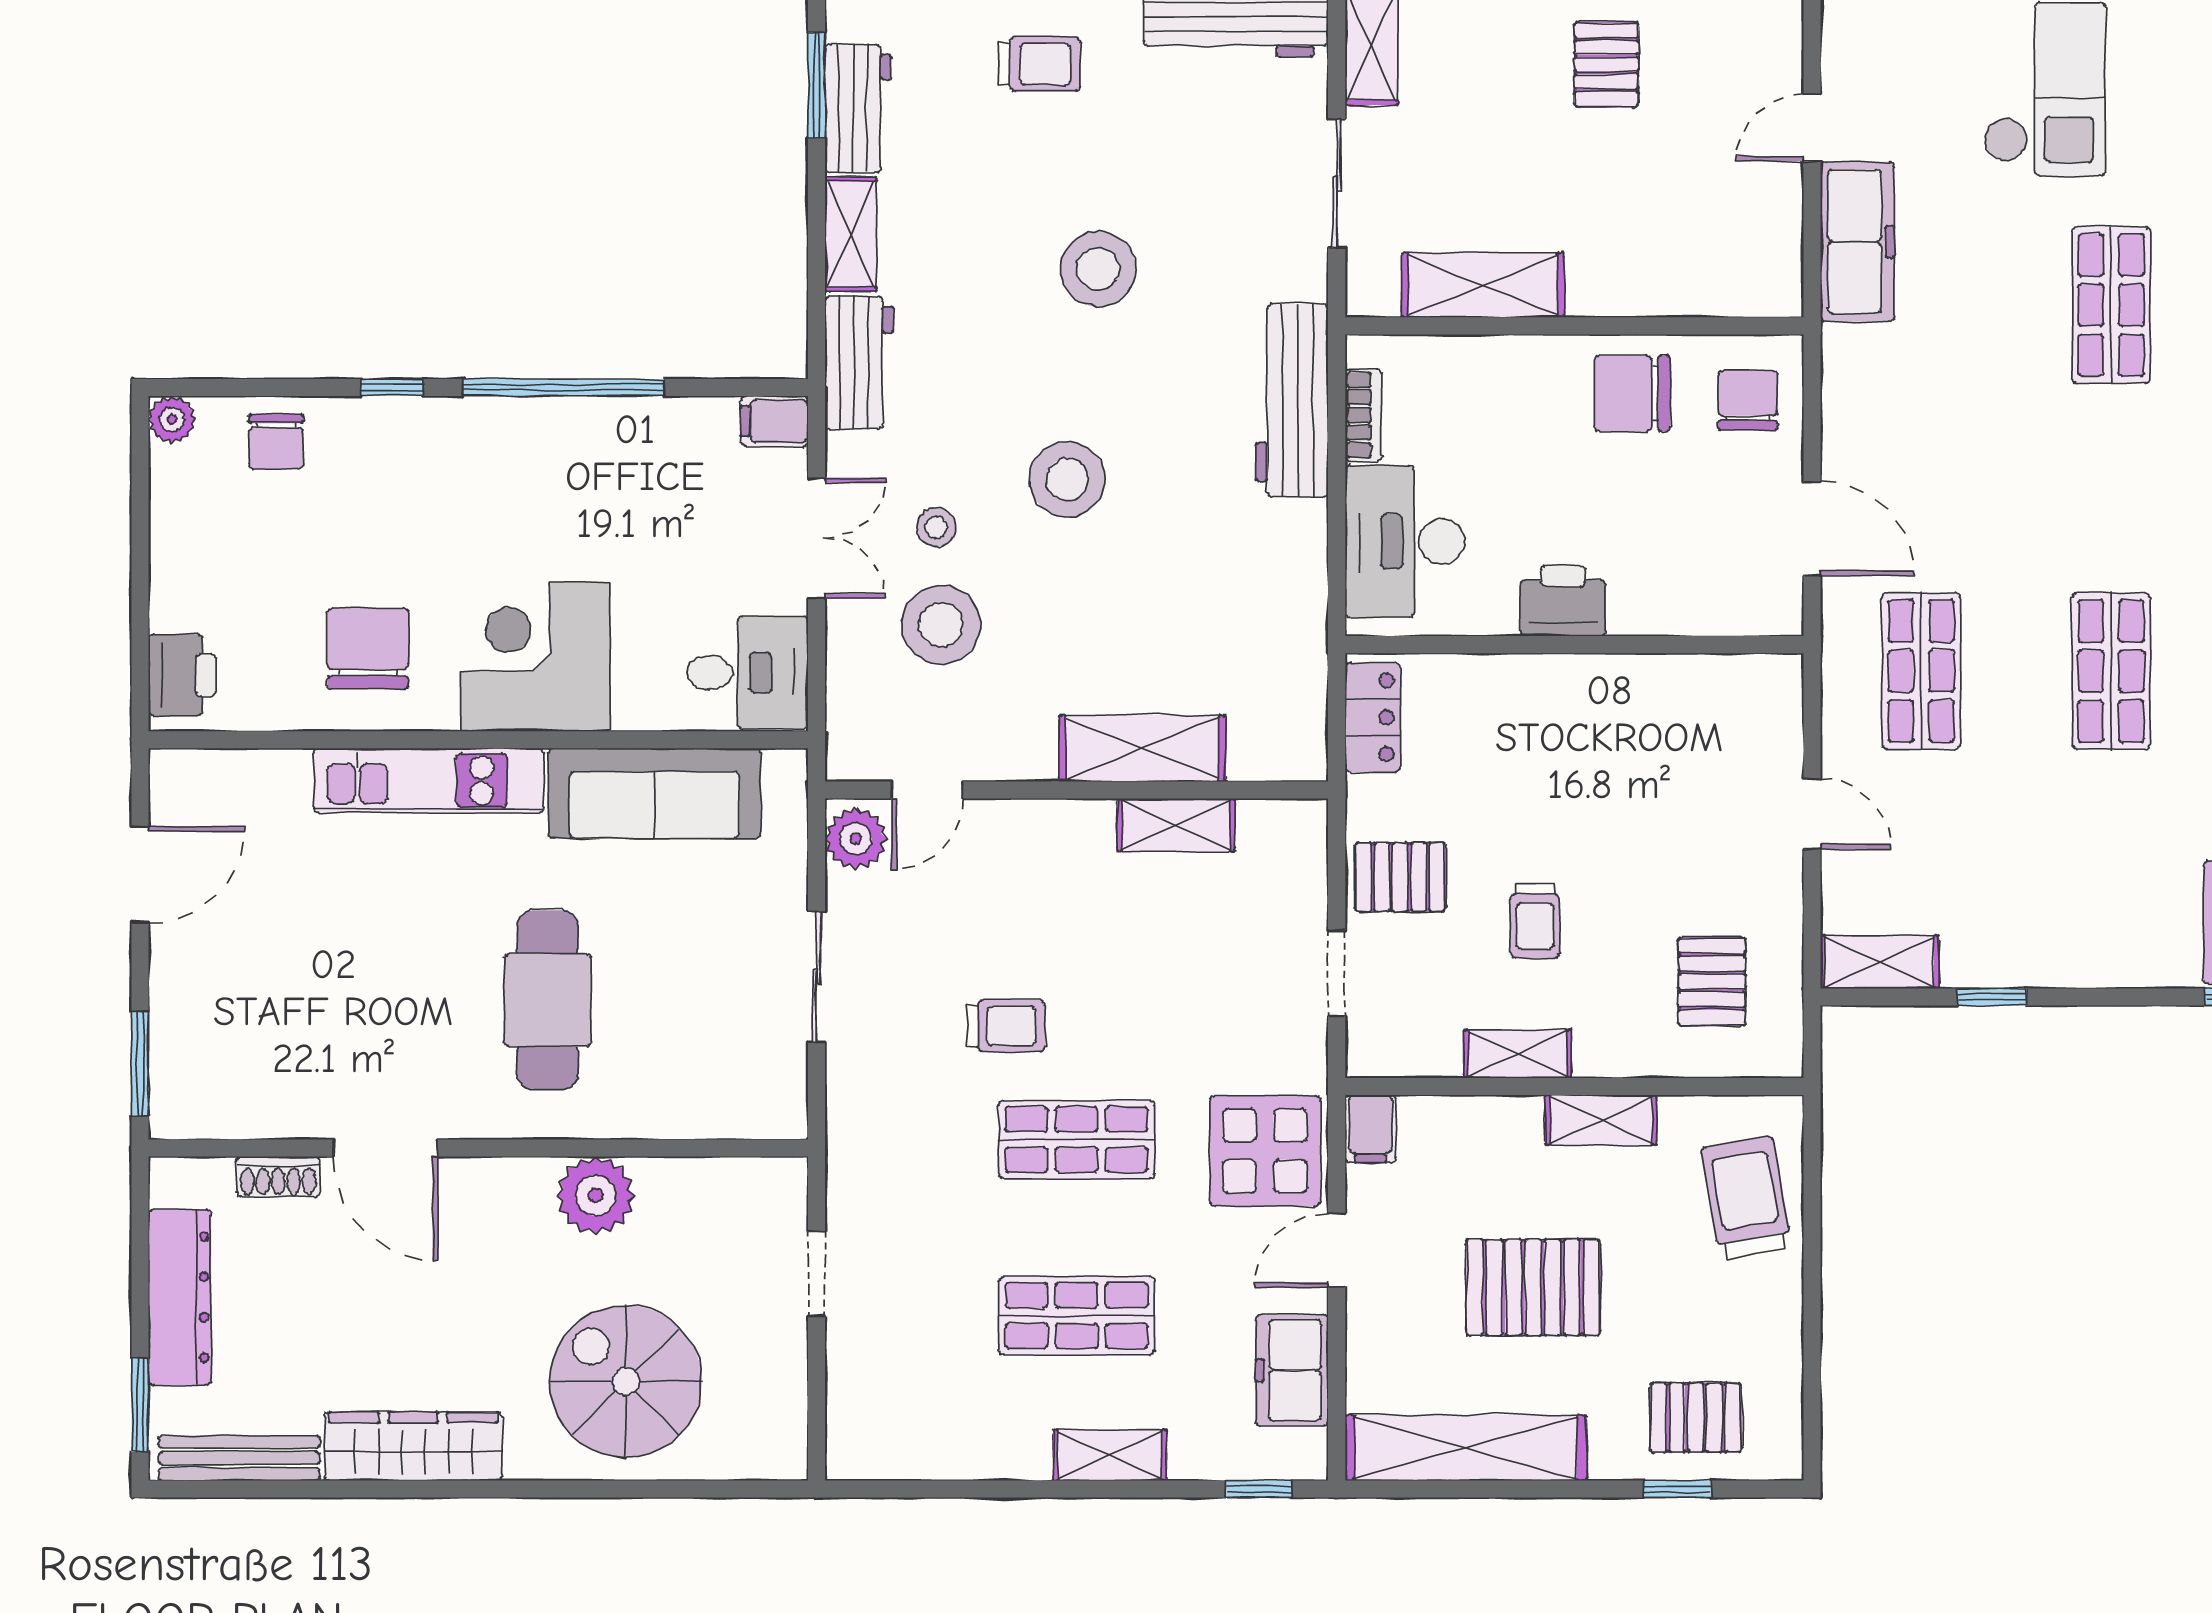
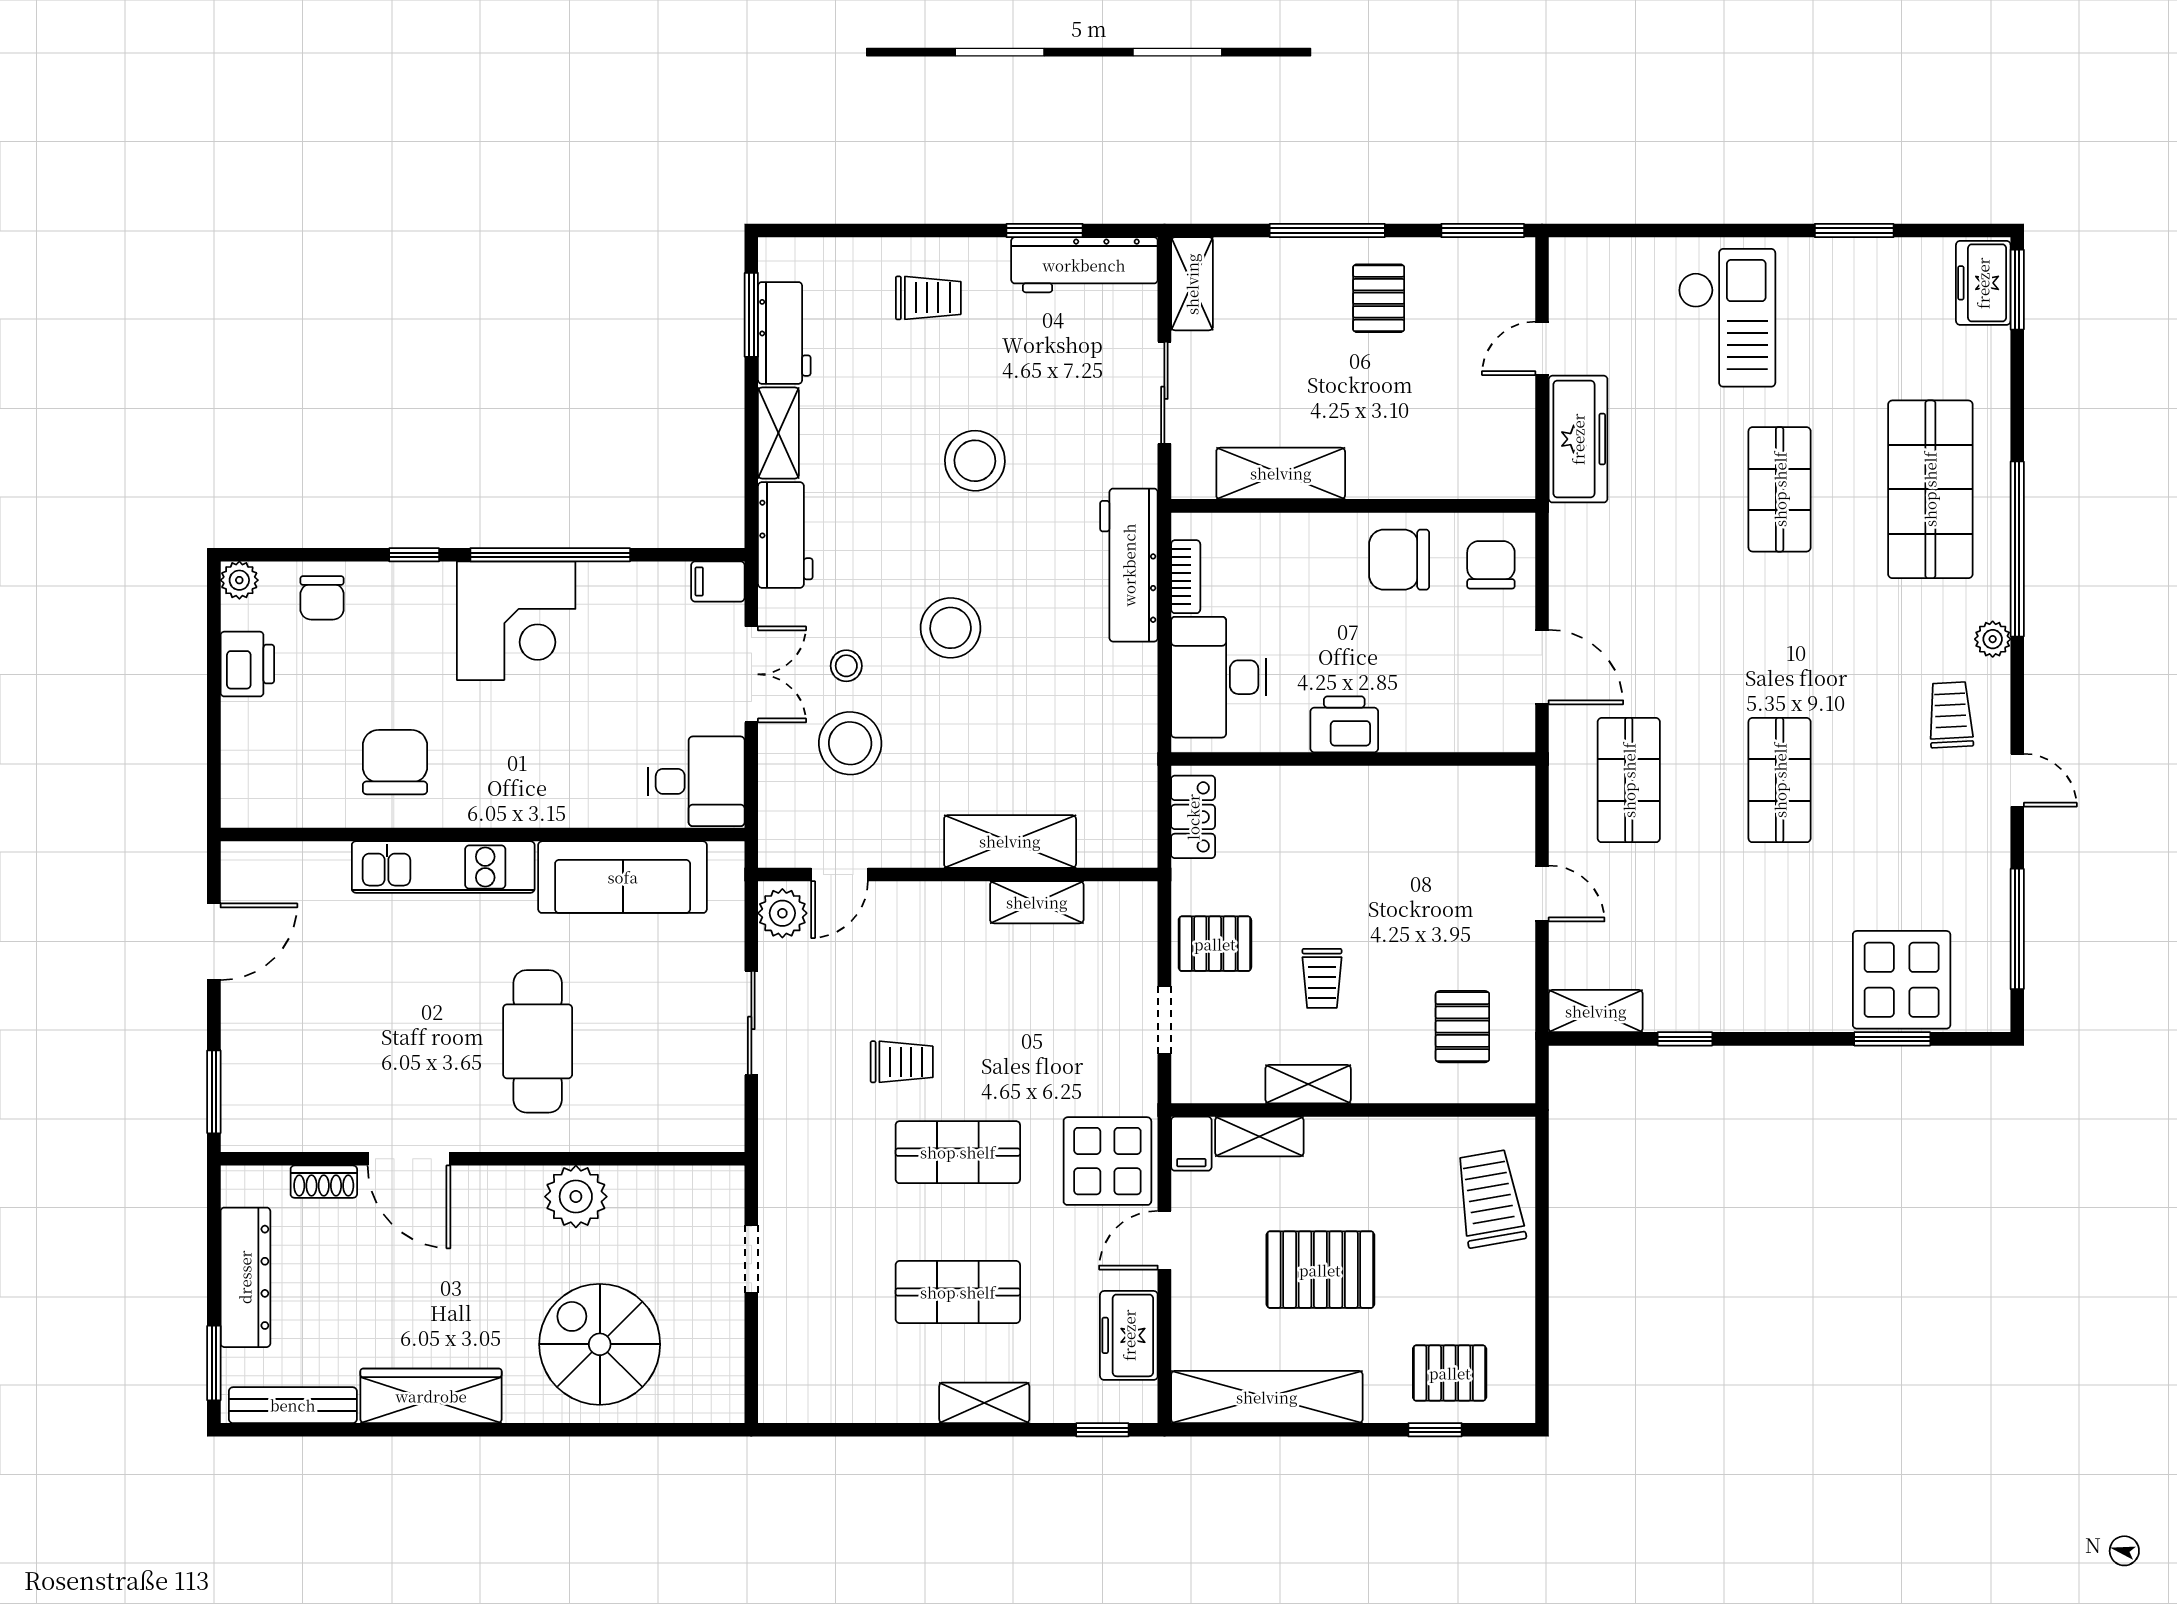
corner desk: (535, 657) -> (516, 621), moved, turned 180
printer: (182, 675) -> (247, 664), moved
shelving: (1601, 1120) -> (1259, 1137), moved

